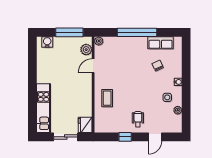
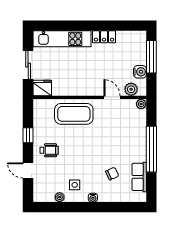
window: (69, 32) -> (151, 57), moved
water cooler: (47, 42) -> (140, 72), moved
locker: (42, 73) -> (104, 37), added
coffee table: (107, 98) -> (74, 114), width x1.86, depth x1.72

